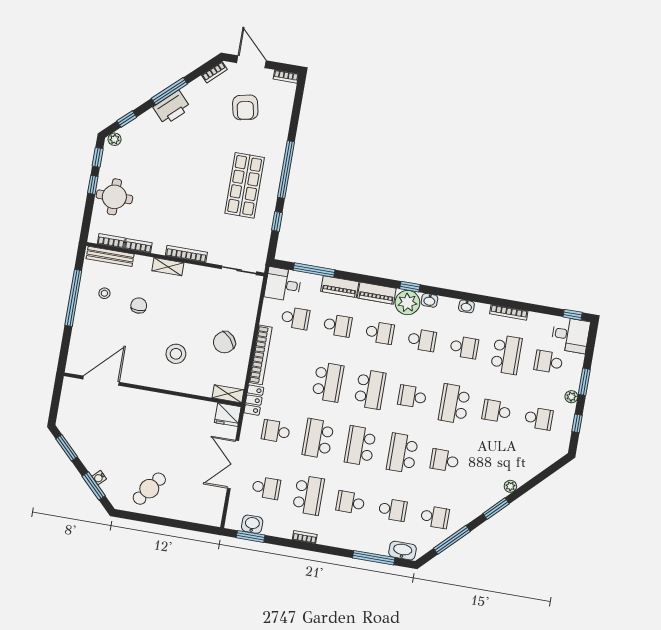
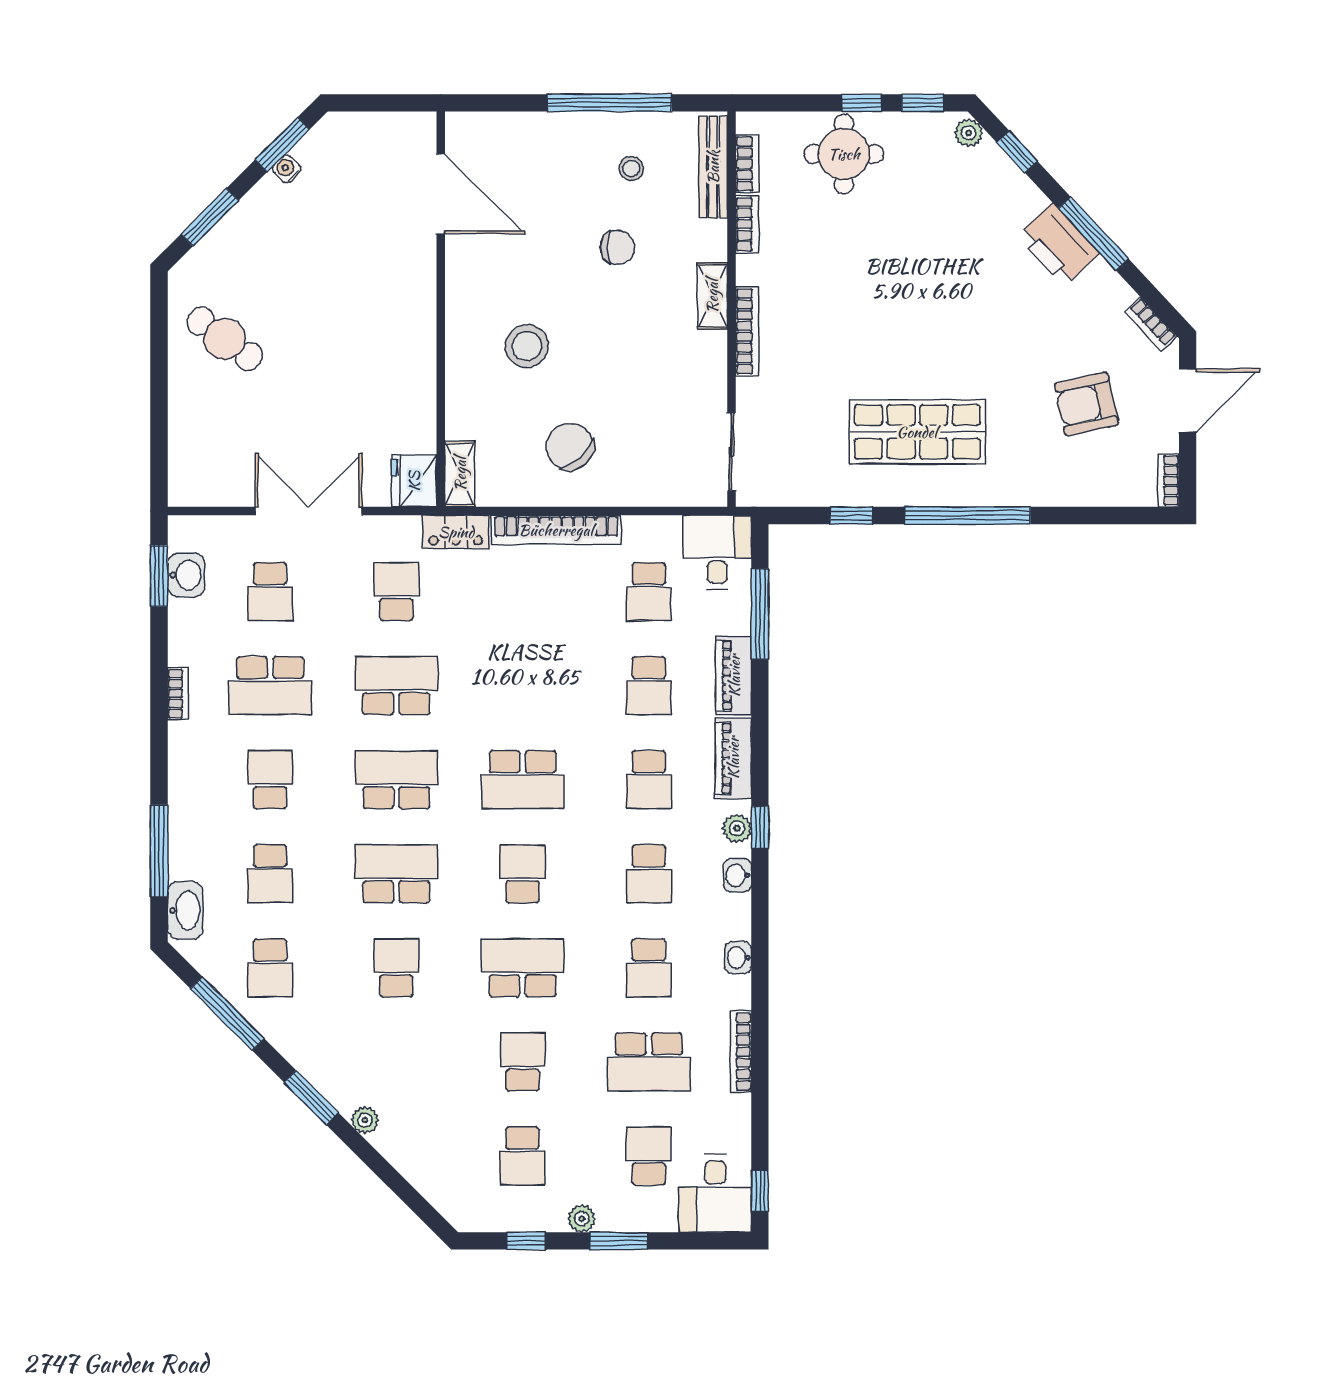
plant: (407, 303) -> (737, 828), width x0.53, depth x0.53
school desk: (328, 382) -> (523, 686), removed
water cooler: (99, 478) -> (287, 169), moved

